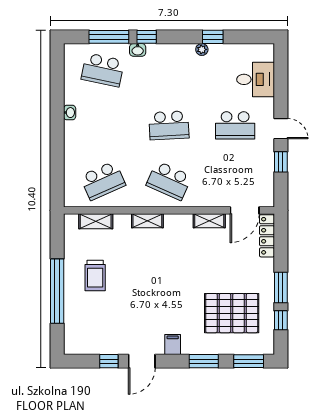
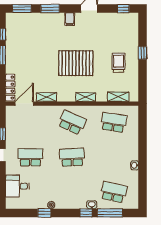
school desk: (103, 181) -> (114, 122), turned 33
window: (57, 291) -> (143, 53), width x0.32
pallet: (232, 313) -> (76, 63), moved
window: (109, 361) -> (123, 9), moved

